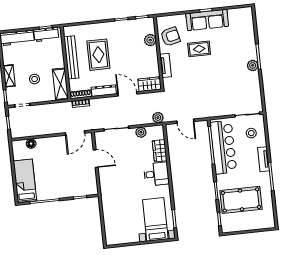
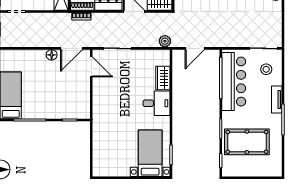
door: (185, 121) -> (195, 48), hinge flipped
plant: (141, 132) -> (144, 55), removed
floor lamp: (31, 144) -> (52, 55), moved
door: (96, 159) -> (91, 67), moved

